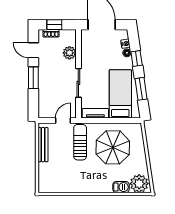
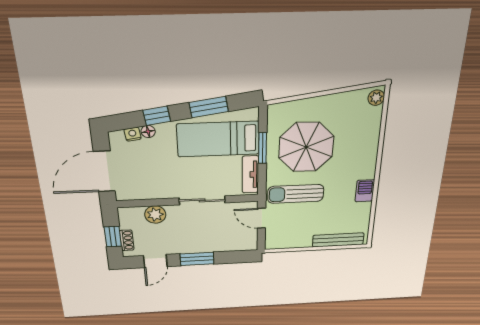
window: (113, 121) -> (262, 148), added
bench: (43, 145) -> (338, 240), moved
plant: (139, 184) -> (376, 98), width x0.53, depth x0.53
barbecue: (121, 187) -> (365, 191), moved

